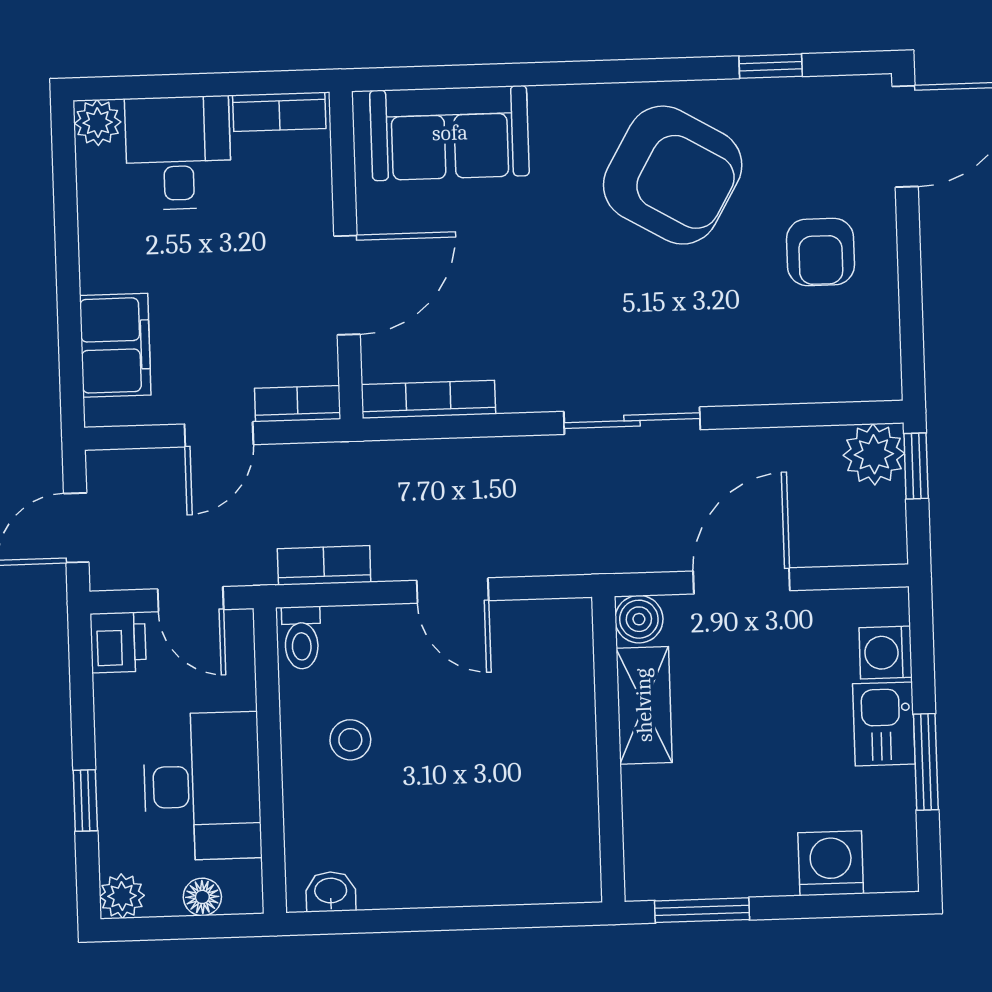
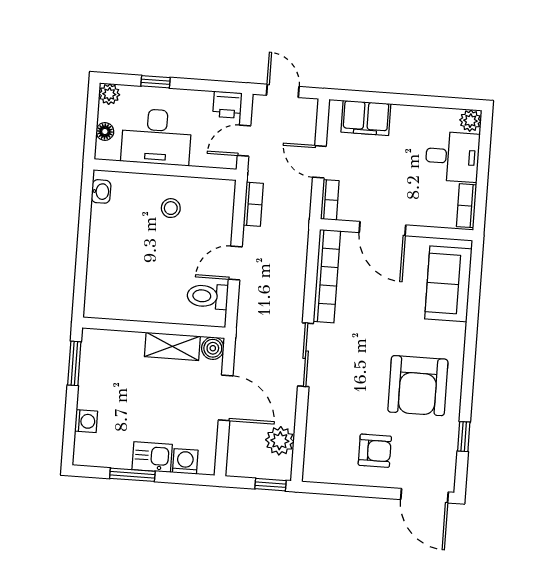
armchair: (673, 175) -> (418, 386), turned -30
armchair: (821, 252) -> (375, 451), turned 180
bookcase: (428, 399) -> (327, 276), width x1.48, depth x1.31
plant: (874, 454) -> (280, 441), moved
toilet: (301, 638) -> (207, 296), moved, width x1.37, depth x1.39
washing machine: (831, 863) -> (86, 421), width x0.73, depth x0.73

